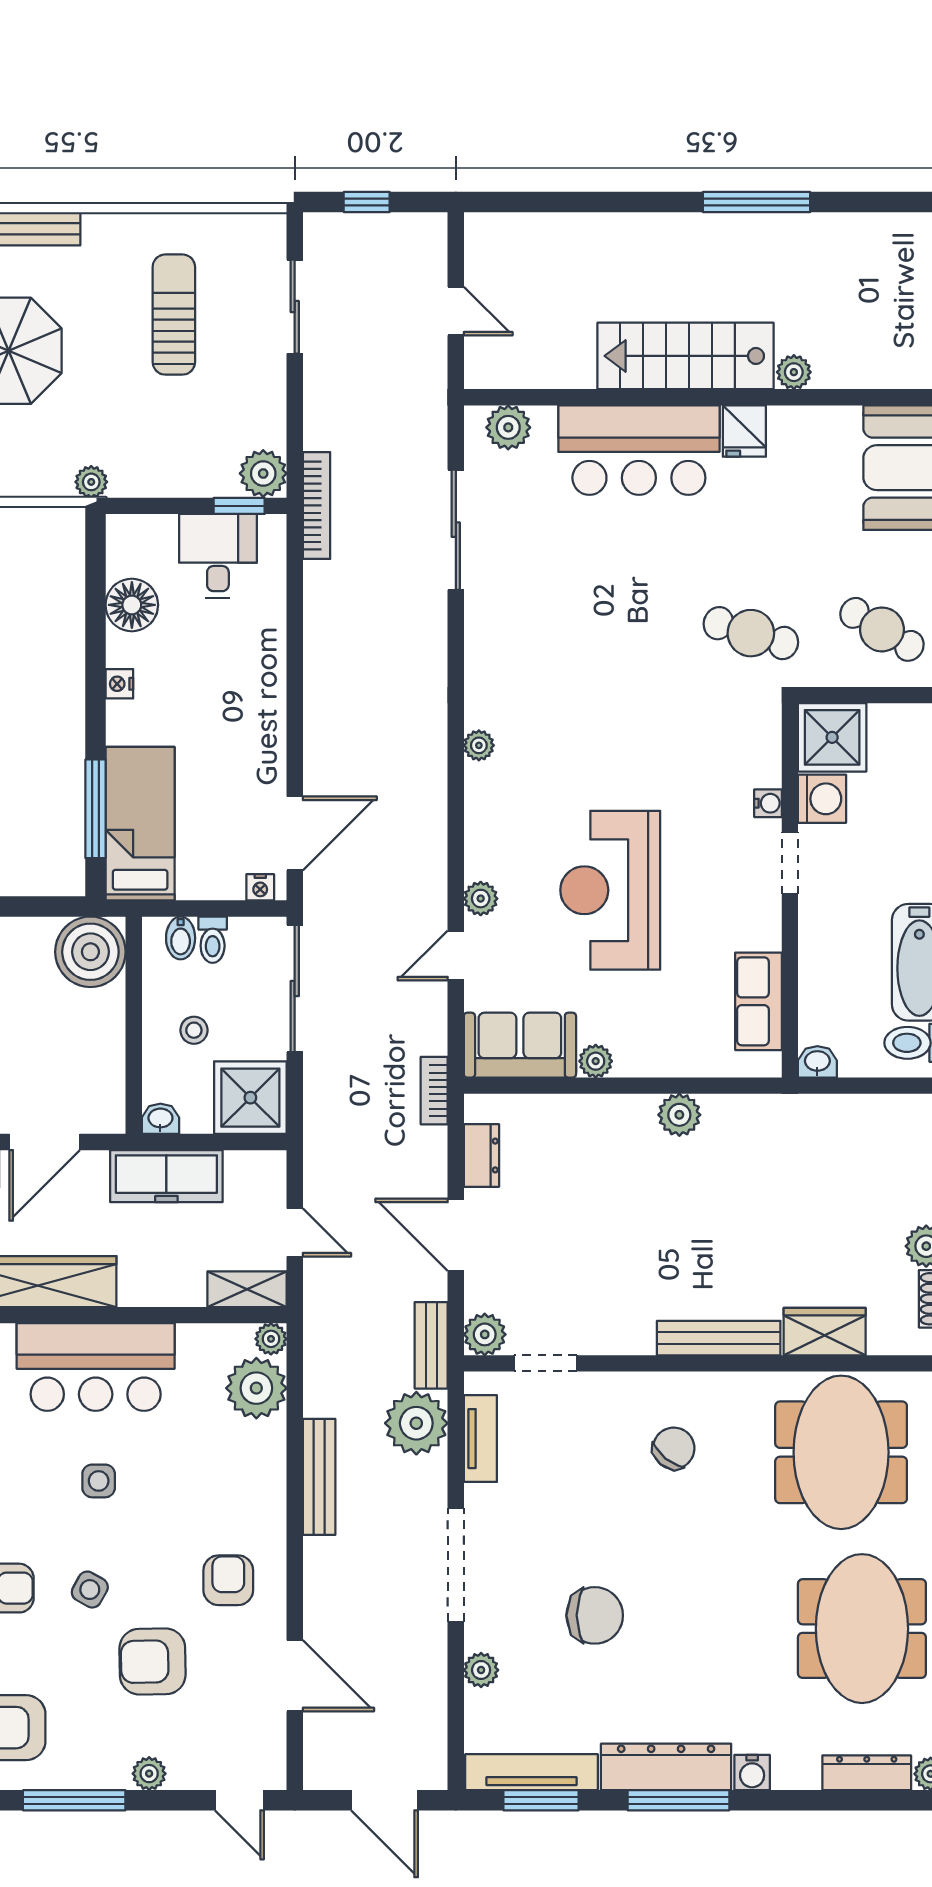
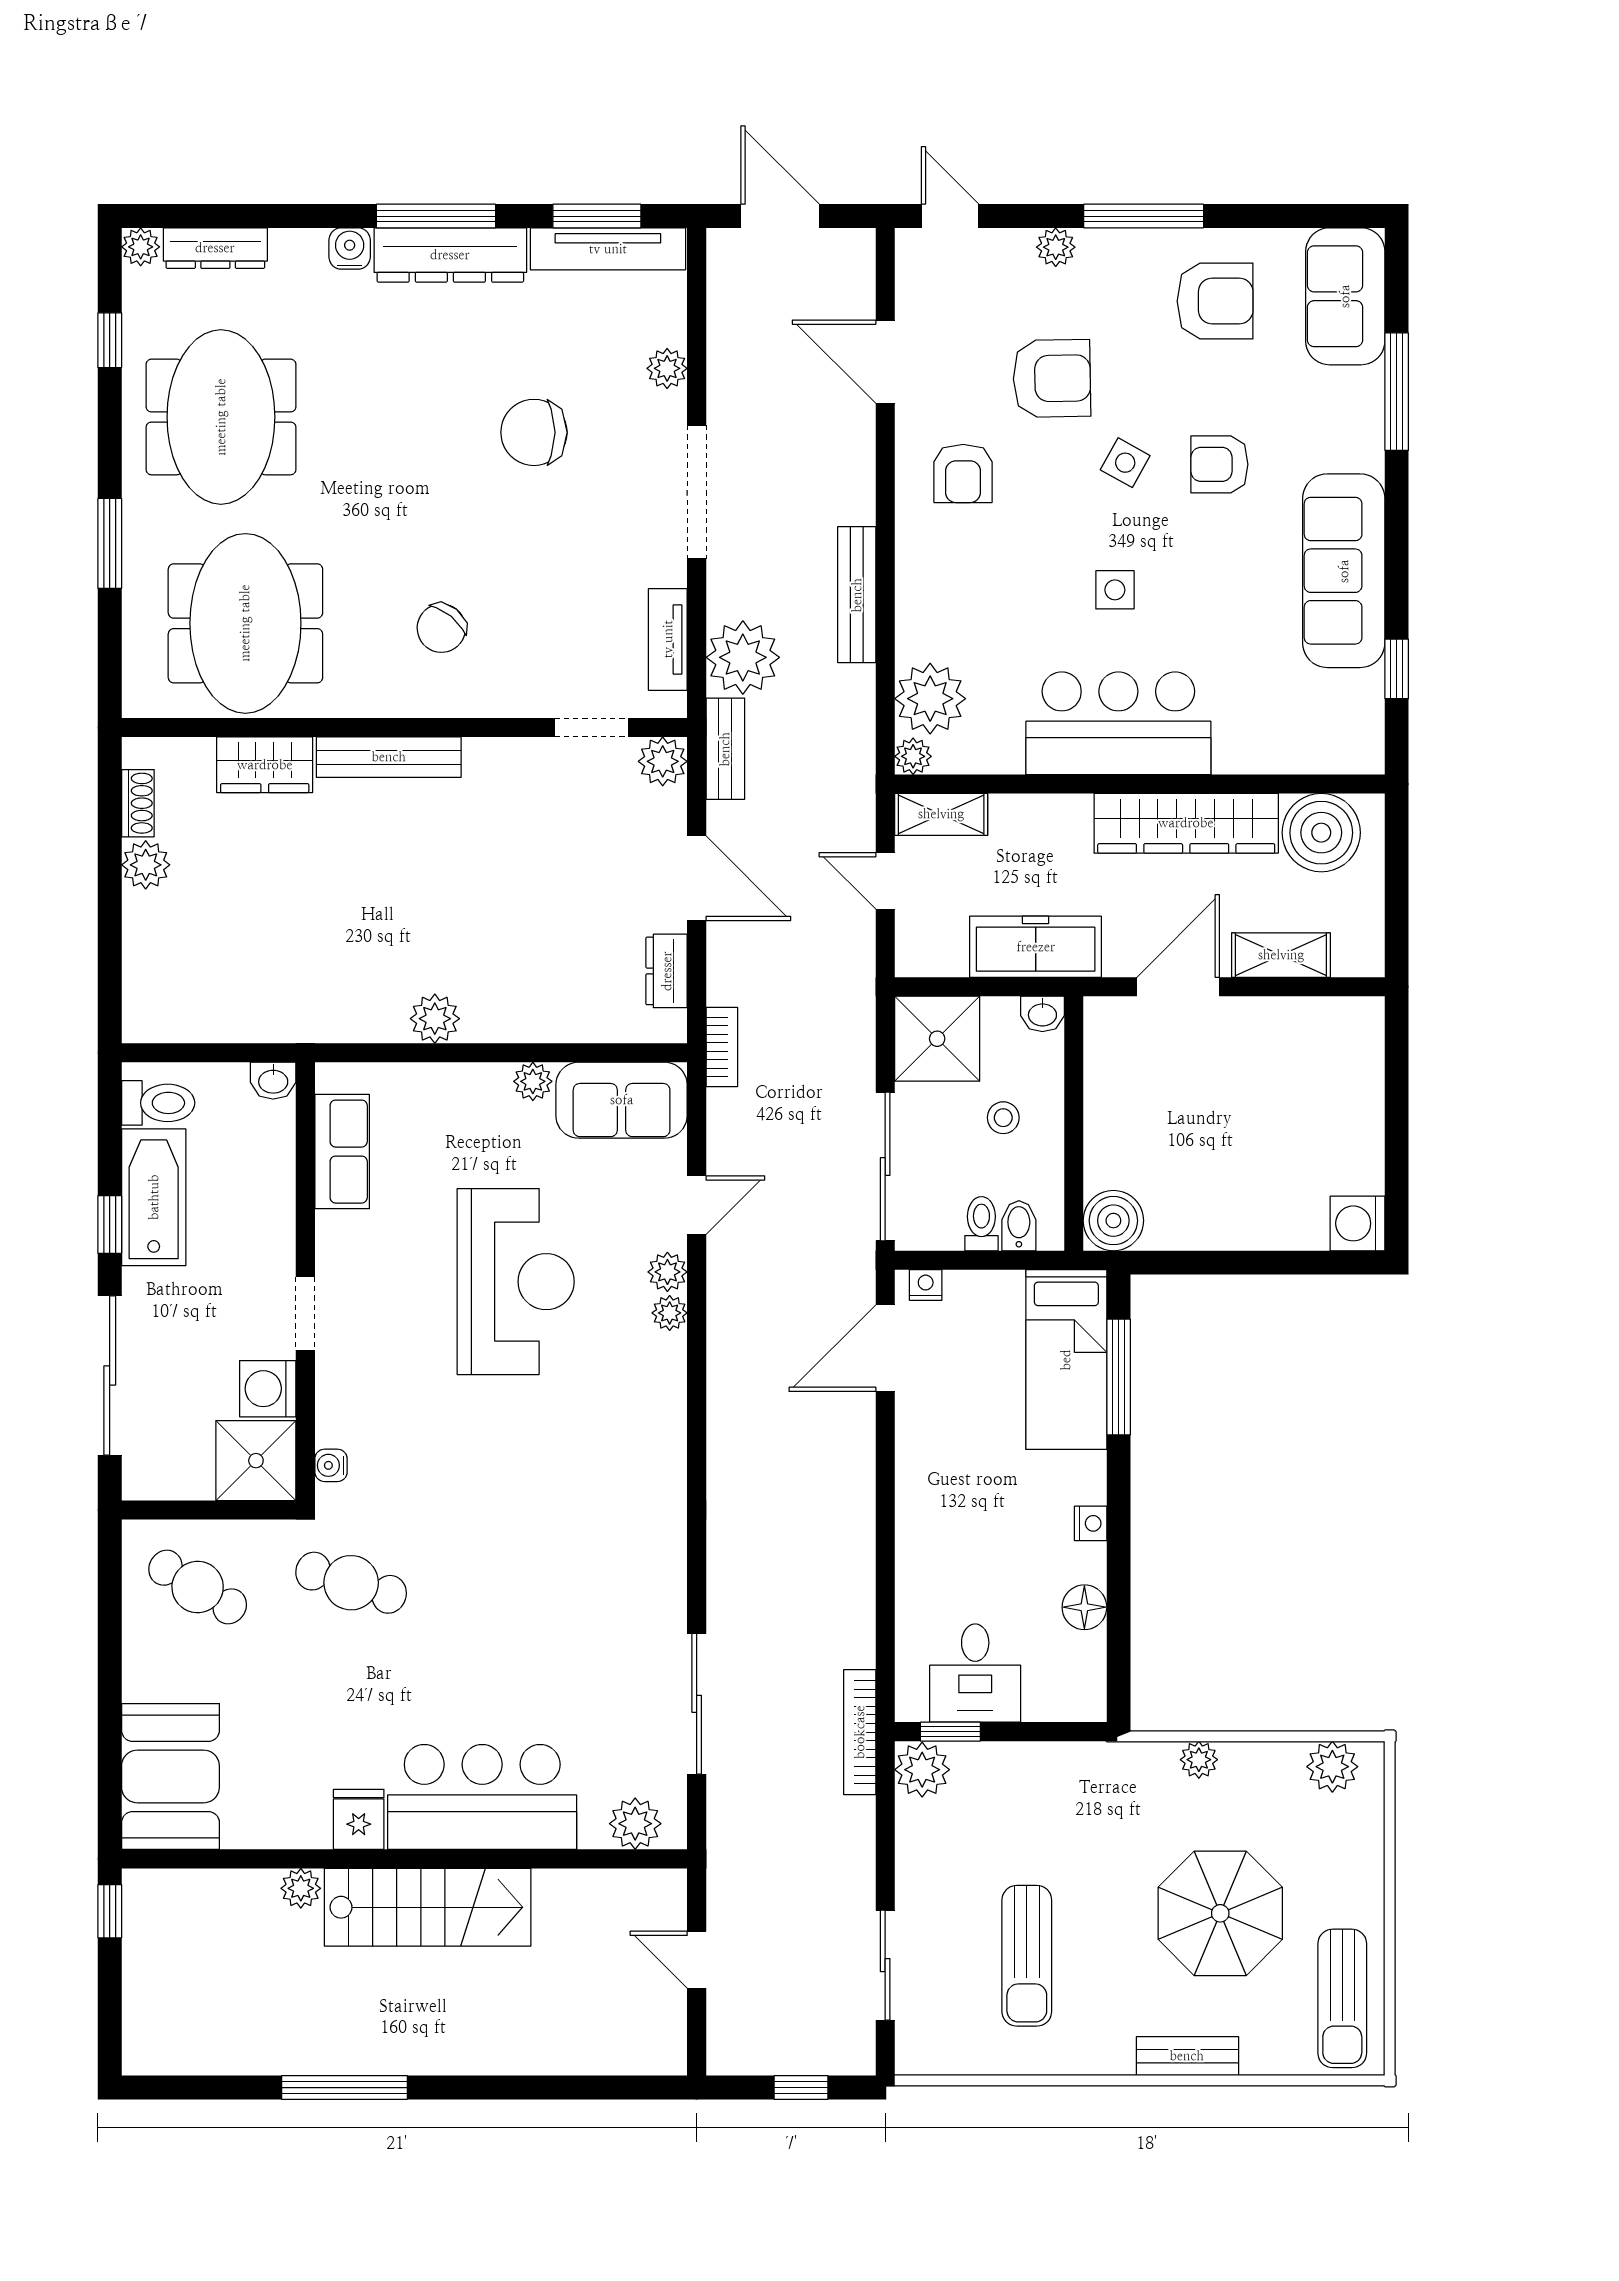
plant: (91, 482) -> (1199, 1760), moved
floor lamp: (132, 605) -> (1084, 1607), width x0.73, depth x0.73
plant: (479, 745) -> (670, 1313), moved
water cooler: (768, 803) -> (331, 1465), moved
boiler: (90, 952) -> (1113, 1221), width x0.73, depth x0.73

